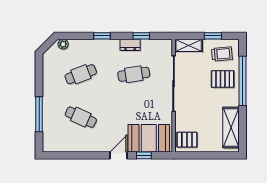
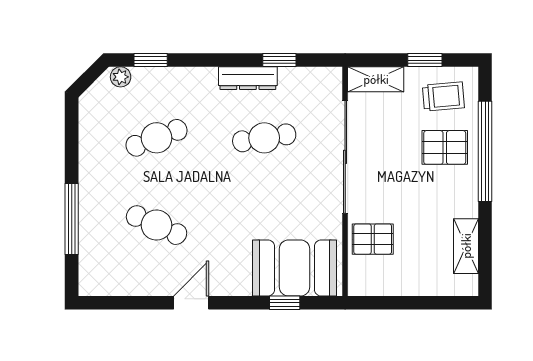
window: (102, 36) -> (151, 60), moved
dresser: (130, 45) -> (248, 78), width x1.44
shelving: (231, 127) -> (466, 246), width x0.67, depth x0.75
pallet: (187, 140) -> (373, 239), moved
door: (118, 155) -> (191, 303), moved

